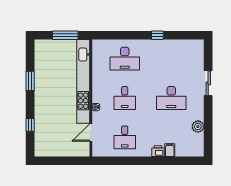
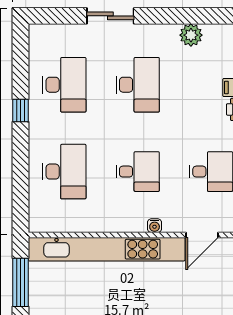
desk: (171, 59) -> (64, 85), added
door: (91, 132) -> (202, 235), hinge flipped

